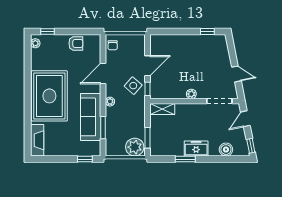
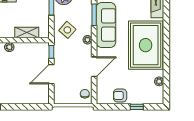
window: (48, 32) -> (137, 107), moved
plant: (35, 43) -> (159, 81), moved
side table: (133, 86) -> (67, 30), moved
shelving: (162, 109) -> (27, 33), moved

